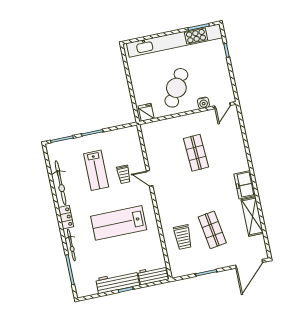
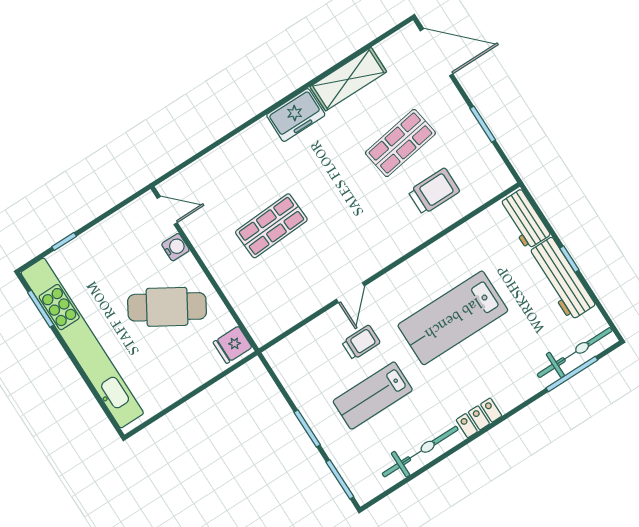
lab bench: (96, 170) -> (373, 396), turned 180
lab bench: (119, 223) -> (453, 318), turned 90
bicycle: (71, 245) -> (575, 353), moved, width x1.37, depth x1.40

